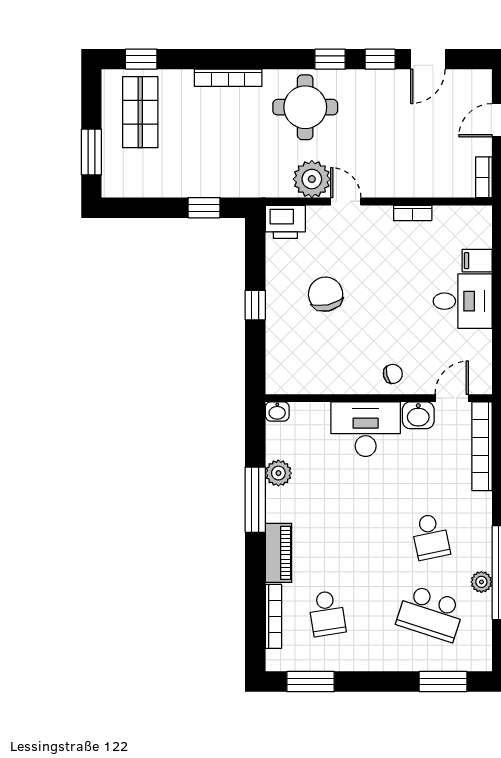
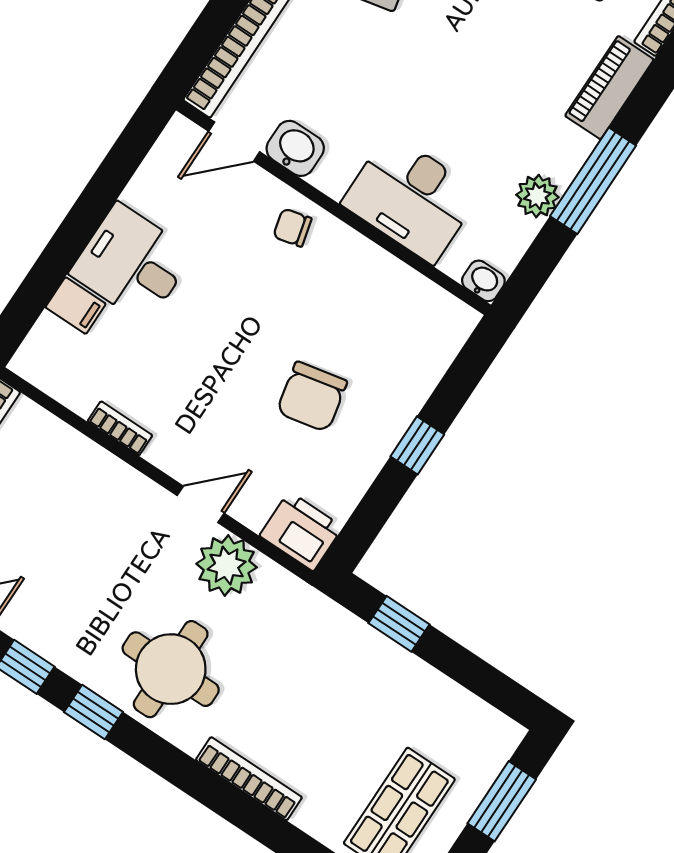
door: (346, 201) -> (201, 504), swing flipped
desk: (366, 429) -> (411, 198), moved

